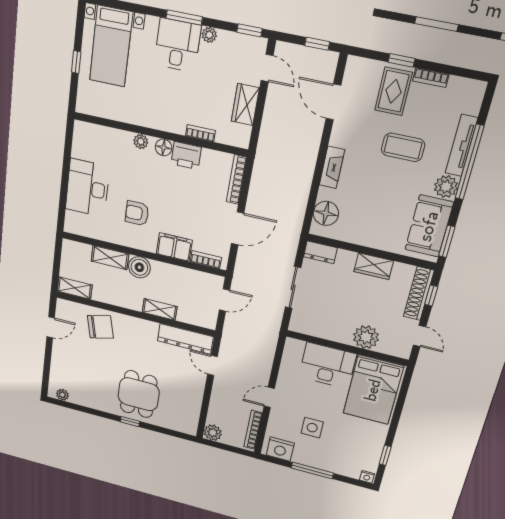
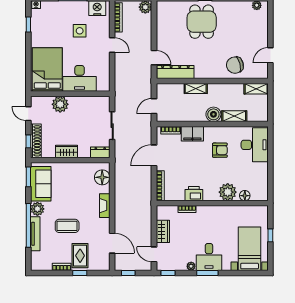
plant: (141, 141) -> (228, 192), width x1.87, depth x1.87
floor lamp: (164, 147) -> (245, 196), moved
desk: (88, 188) -> (255, 145), moved
door: (269, 397) -> (112, 45), hinge flipped

